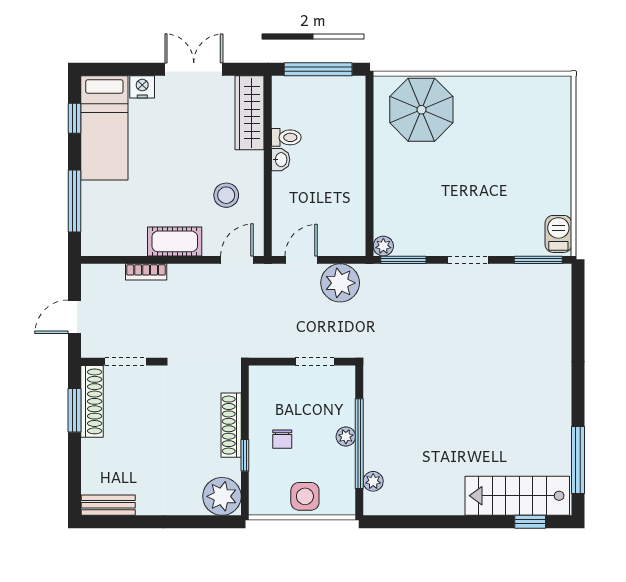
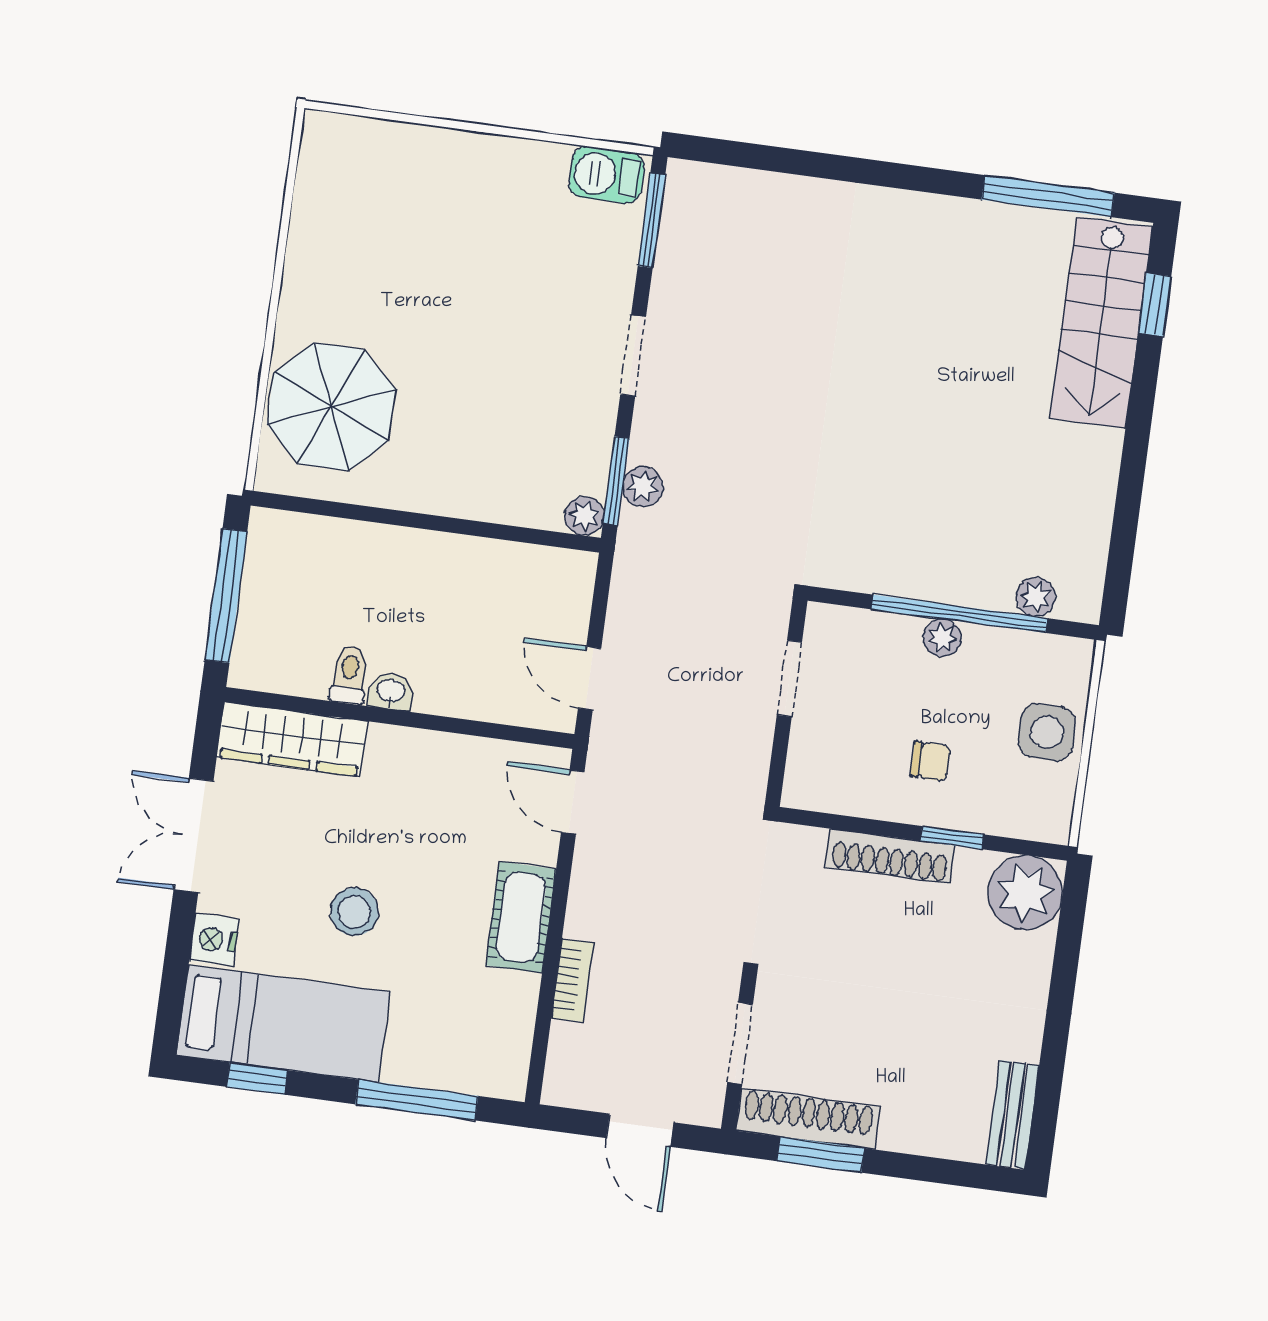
stool: (226, 195) -> (354, 912), moved
plant: (340, 283) -> (643, 487), moved, width x0.53, depth x0.53

